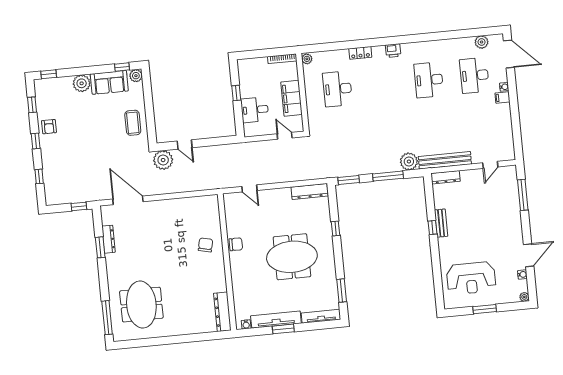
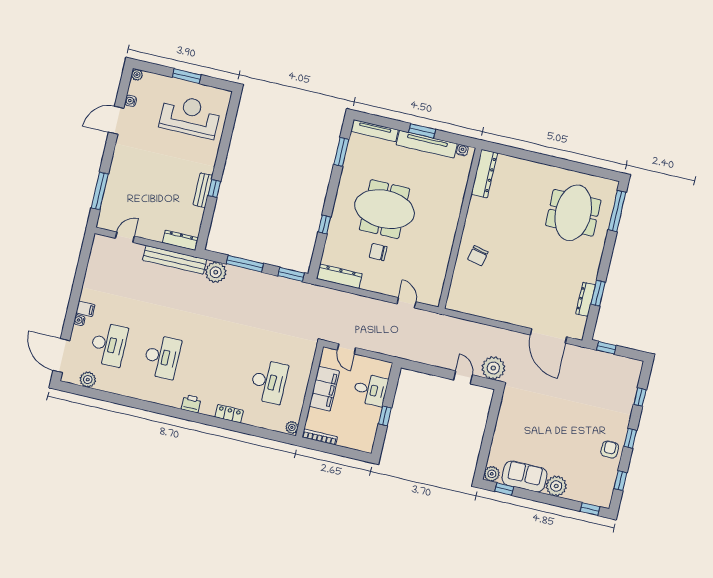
coffee table: (133, 123) -> (513, 422), removed
chair: (236, 244) -> (378, 252), moved

